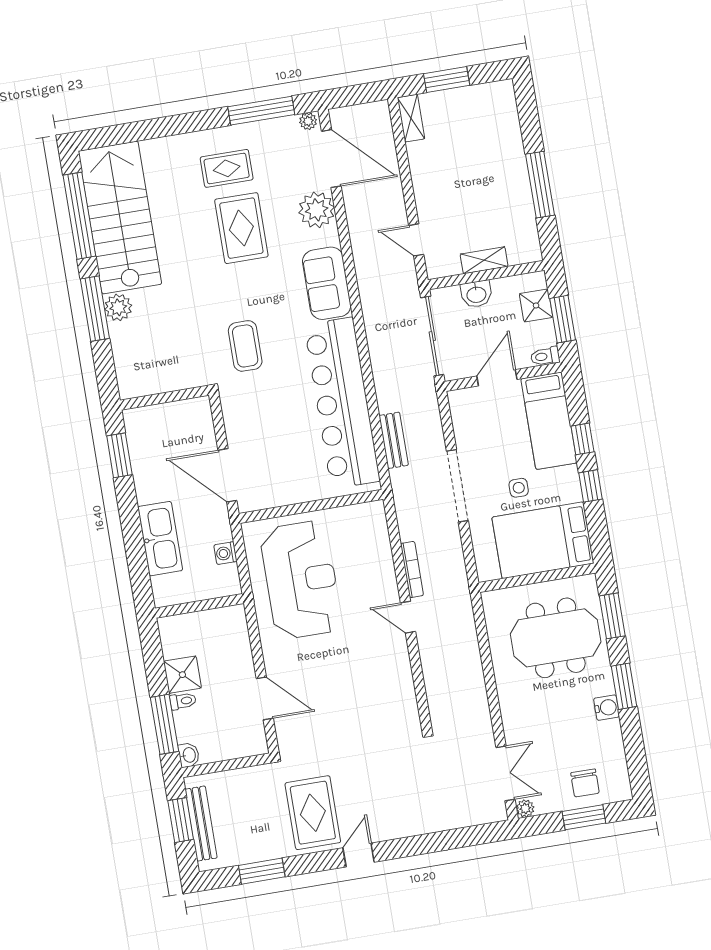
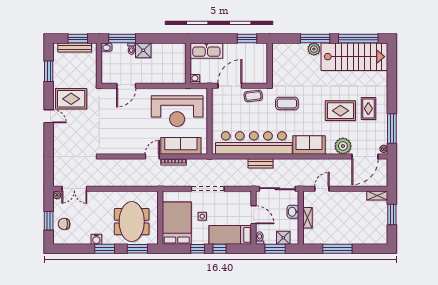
coffee table: (241, 421) -> (253, 96), added
bench: (394, 440) -> (261, 163), moved
sofa: (375, 559) -> (181, 146), added
wall: (199, 606) -> (188, 63), moved

